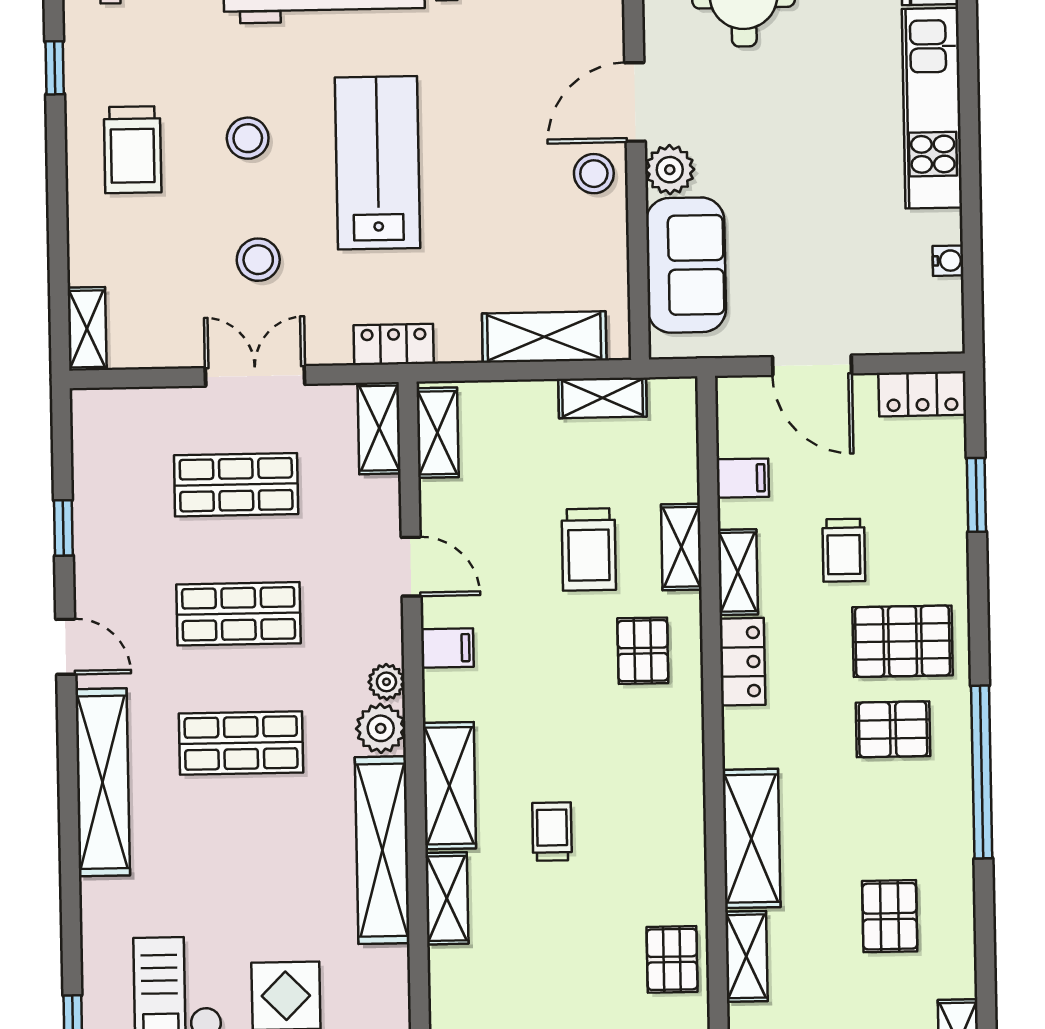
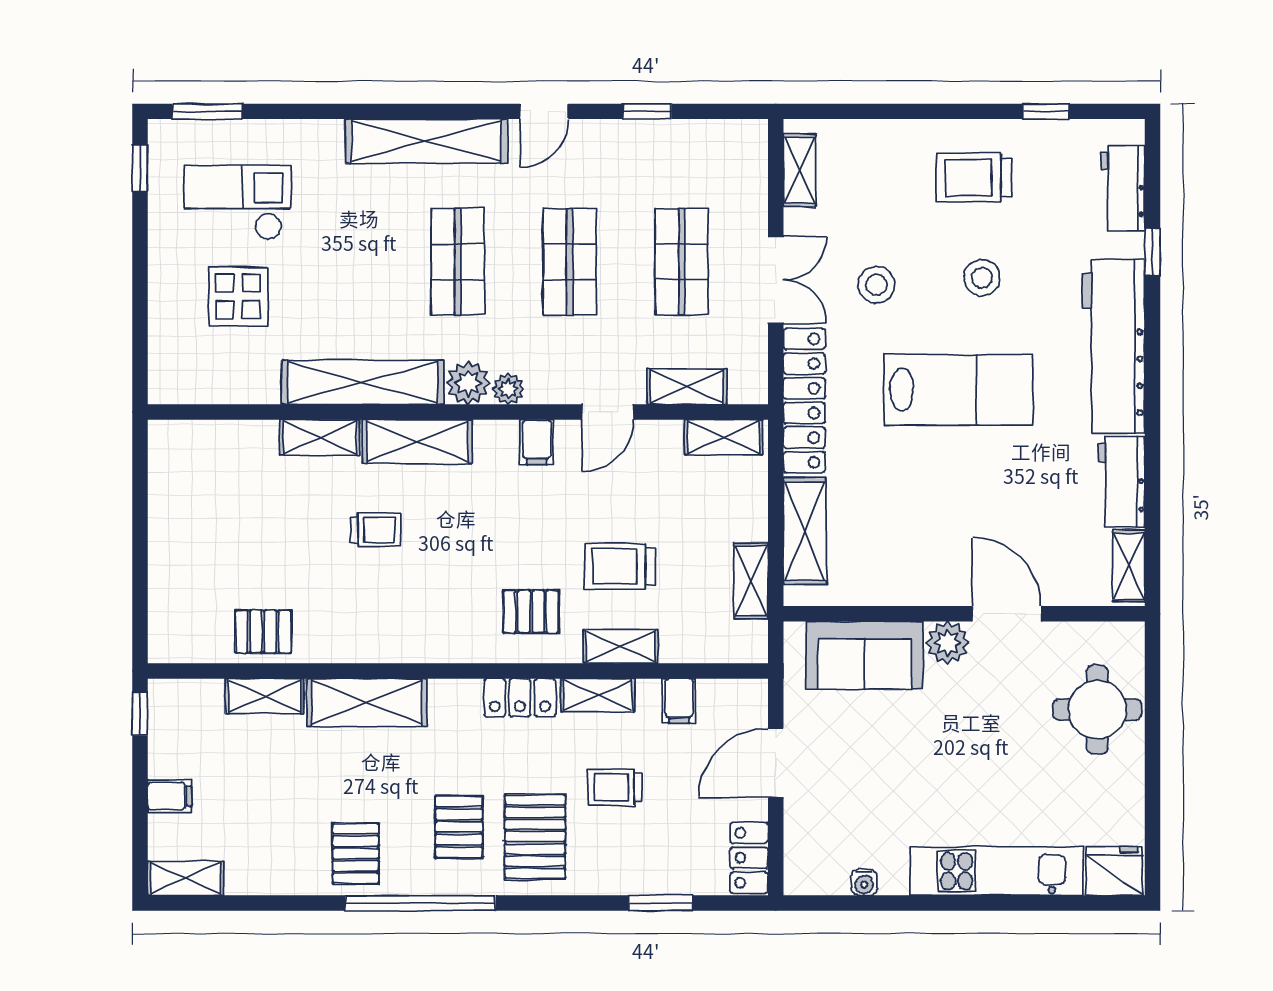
stool: (594, 174) -> (945, 577), removed
shelving: (87, 329) -> (799, 170), moved, turned 90
locker: (394, 344) -> (804, 401), width x2.16, depth x1.21
shelving: (379, 428) -> (687, 387), moved
pallet: (890, 916) -> (356, 853), moved, turned 90

